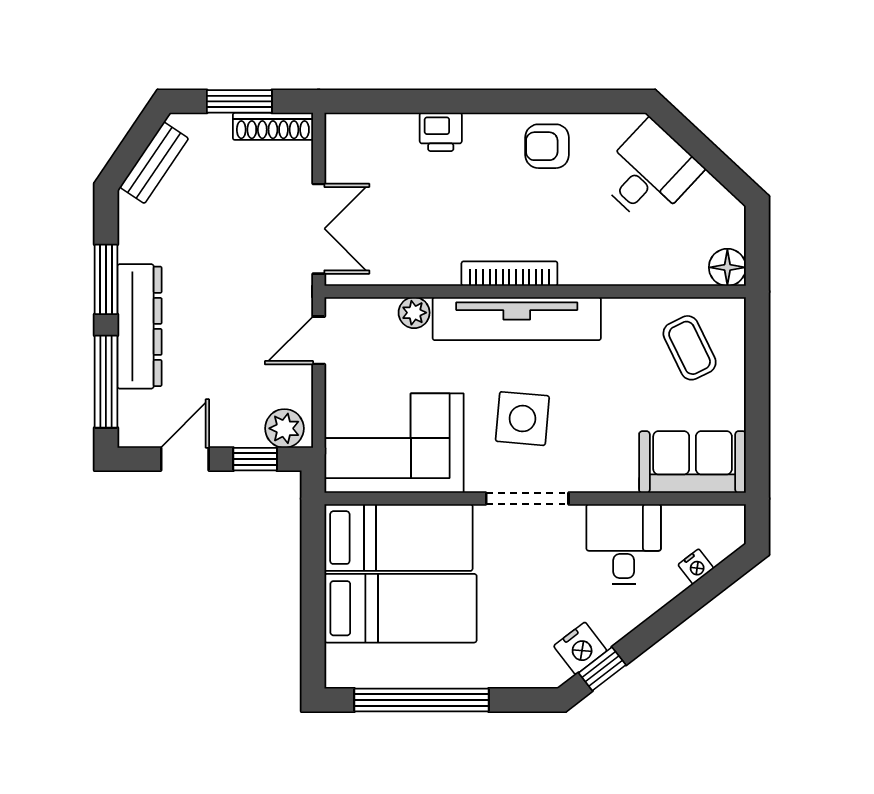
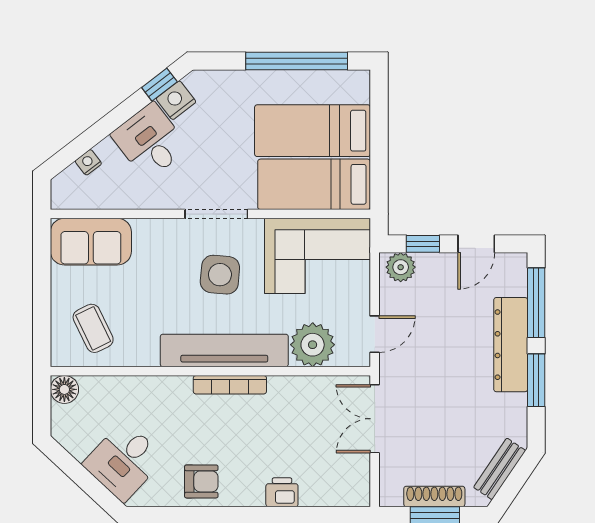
shoe rack: (273, 126) -> (434, 496), moved
plant: (414, 313) -> (313, 345), width x1.88, depth x1.88
desk: (624, 544) -> (150, 141), moved, turned 142

